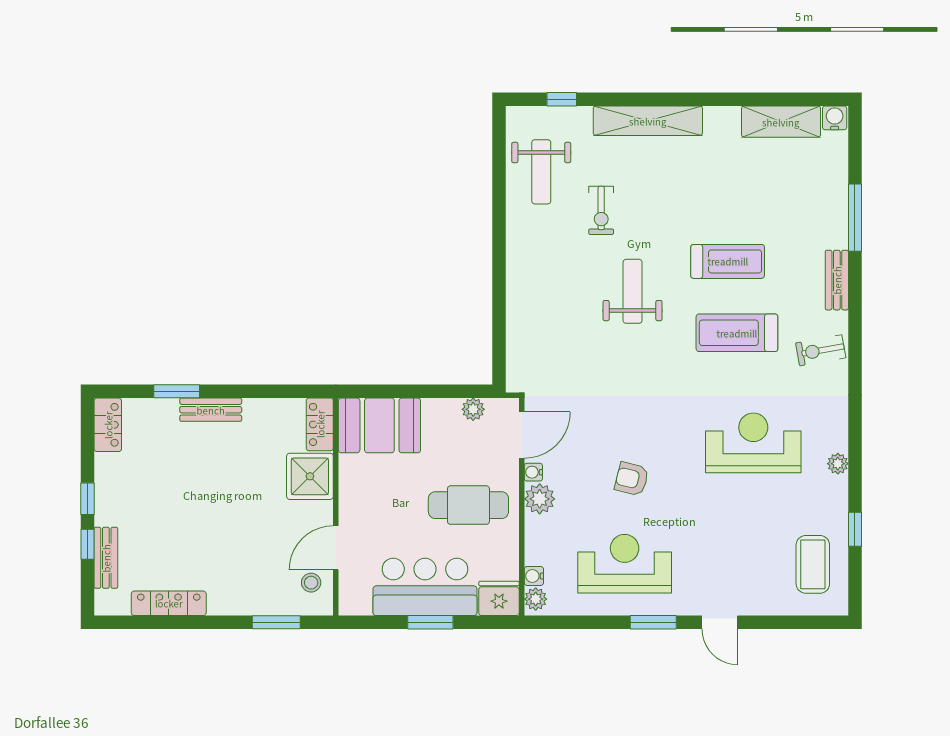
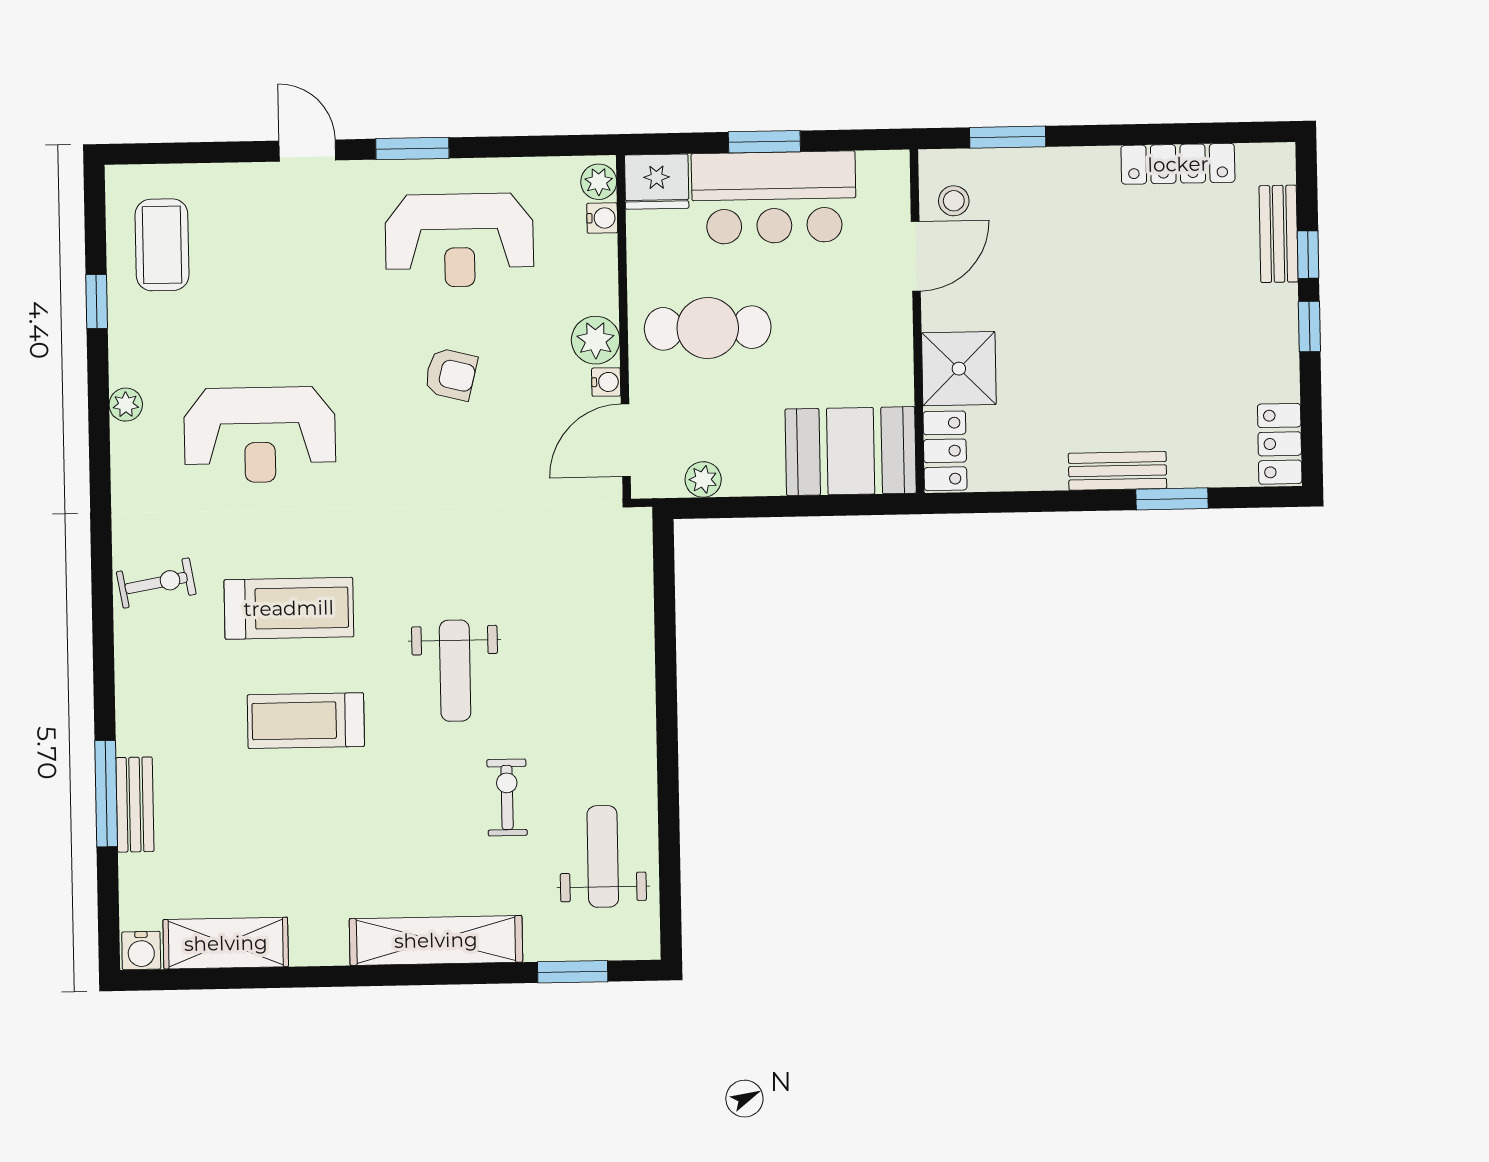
window: (562, 99) -> (573, 972), width x1.50
bench: (837, 280) -> (135, 805), moved

